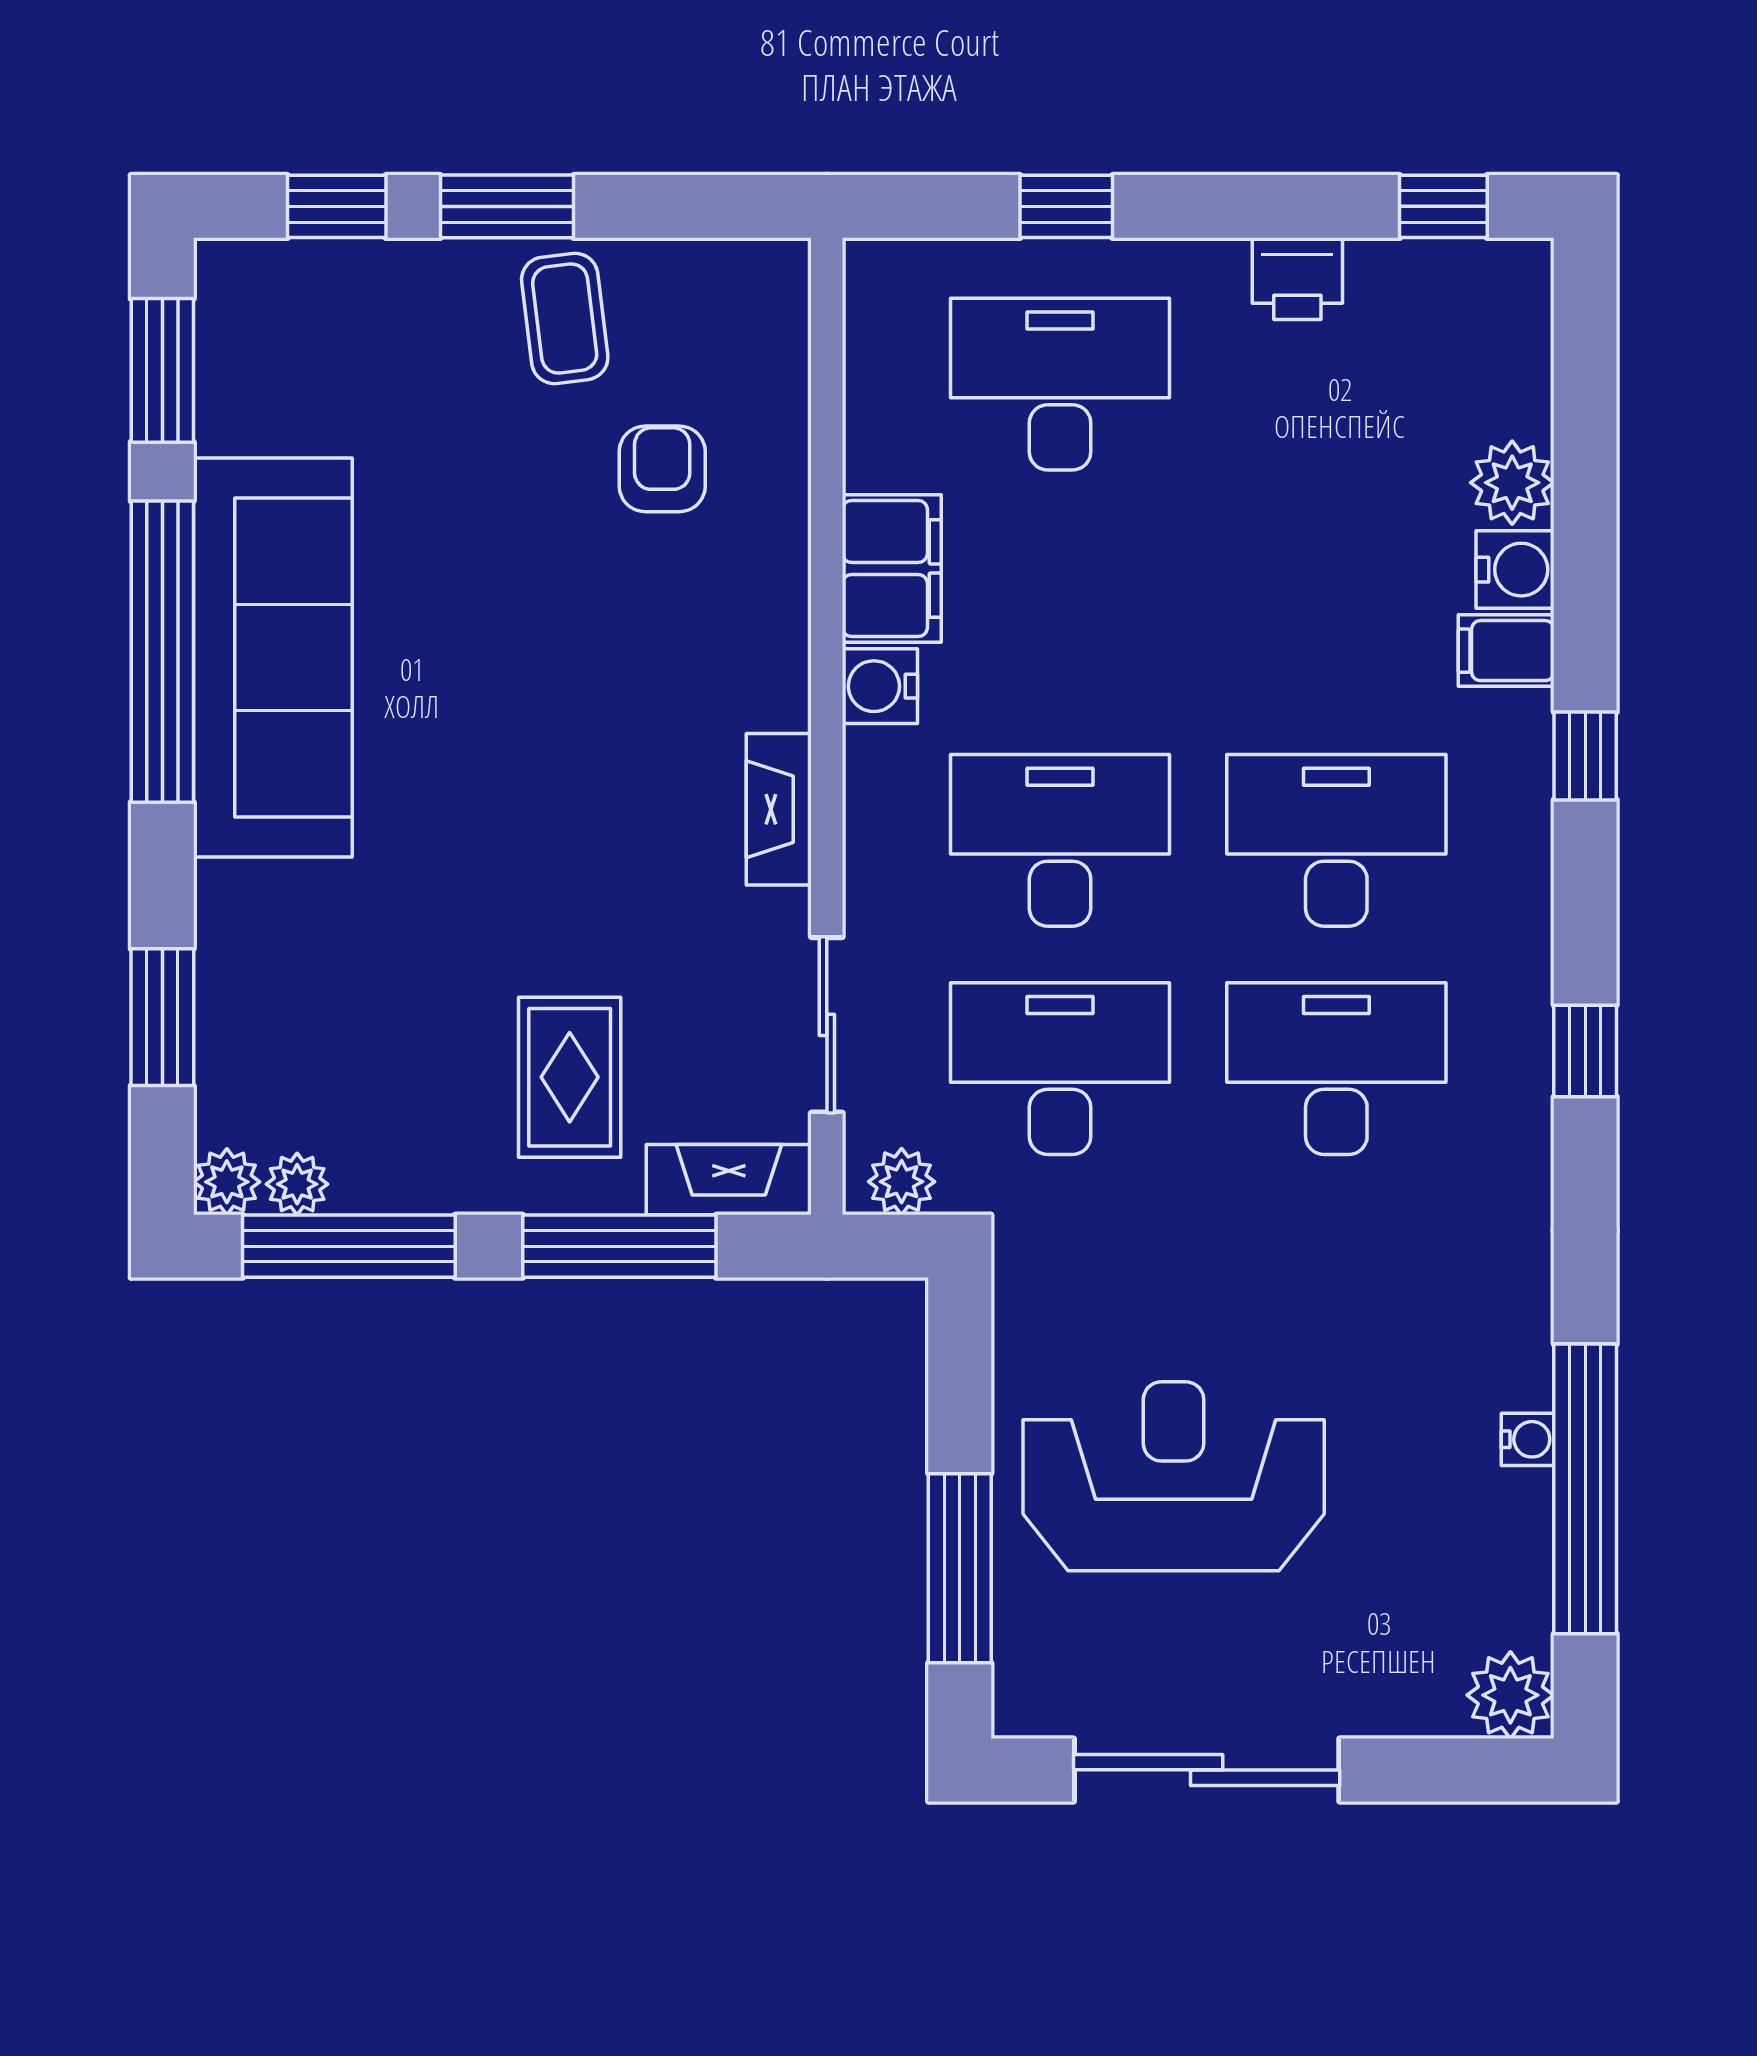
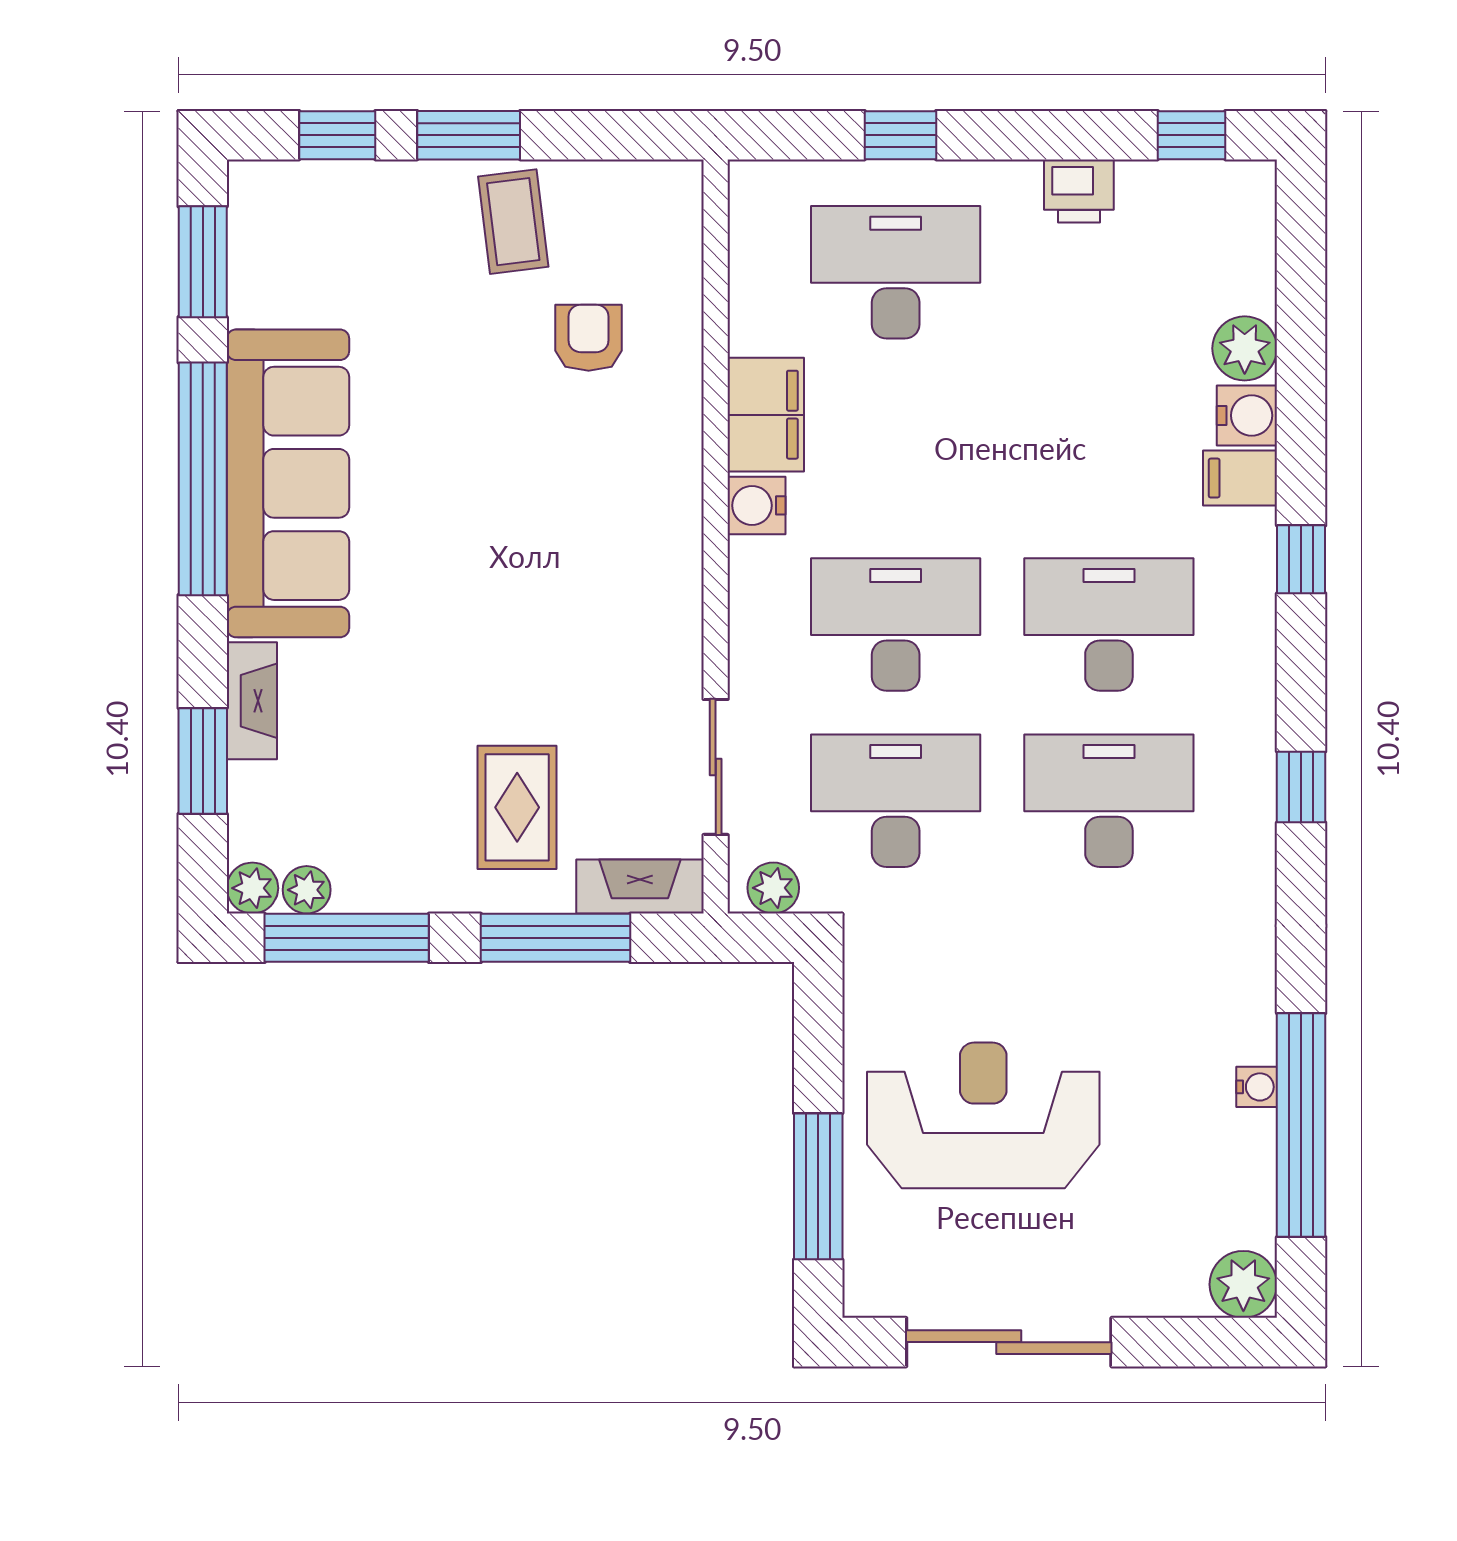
fireplace: (779, 809) -> (252, 701), moved, turned 180

